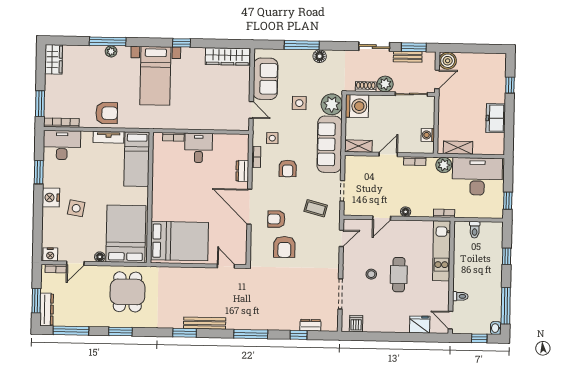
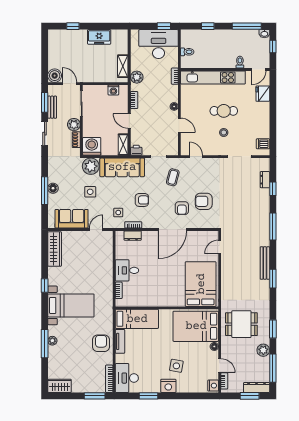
floor lamp: (320, 56) -> (53, 188), moved
printer: (351, 163) -> (136, 150), added
dresser: (242, 171) -> (133, 236), moved
desk: (477, 176) -> (159, 44), moved, turned 90
armchair: (284, 247) -> (204, 201), turned 180
kitchen unit: (442, 251) -> (213, 77), width x1.36
plant: (94, 319) -> (263, 350), added

